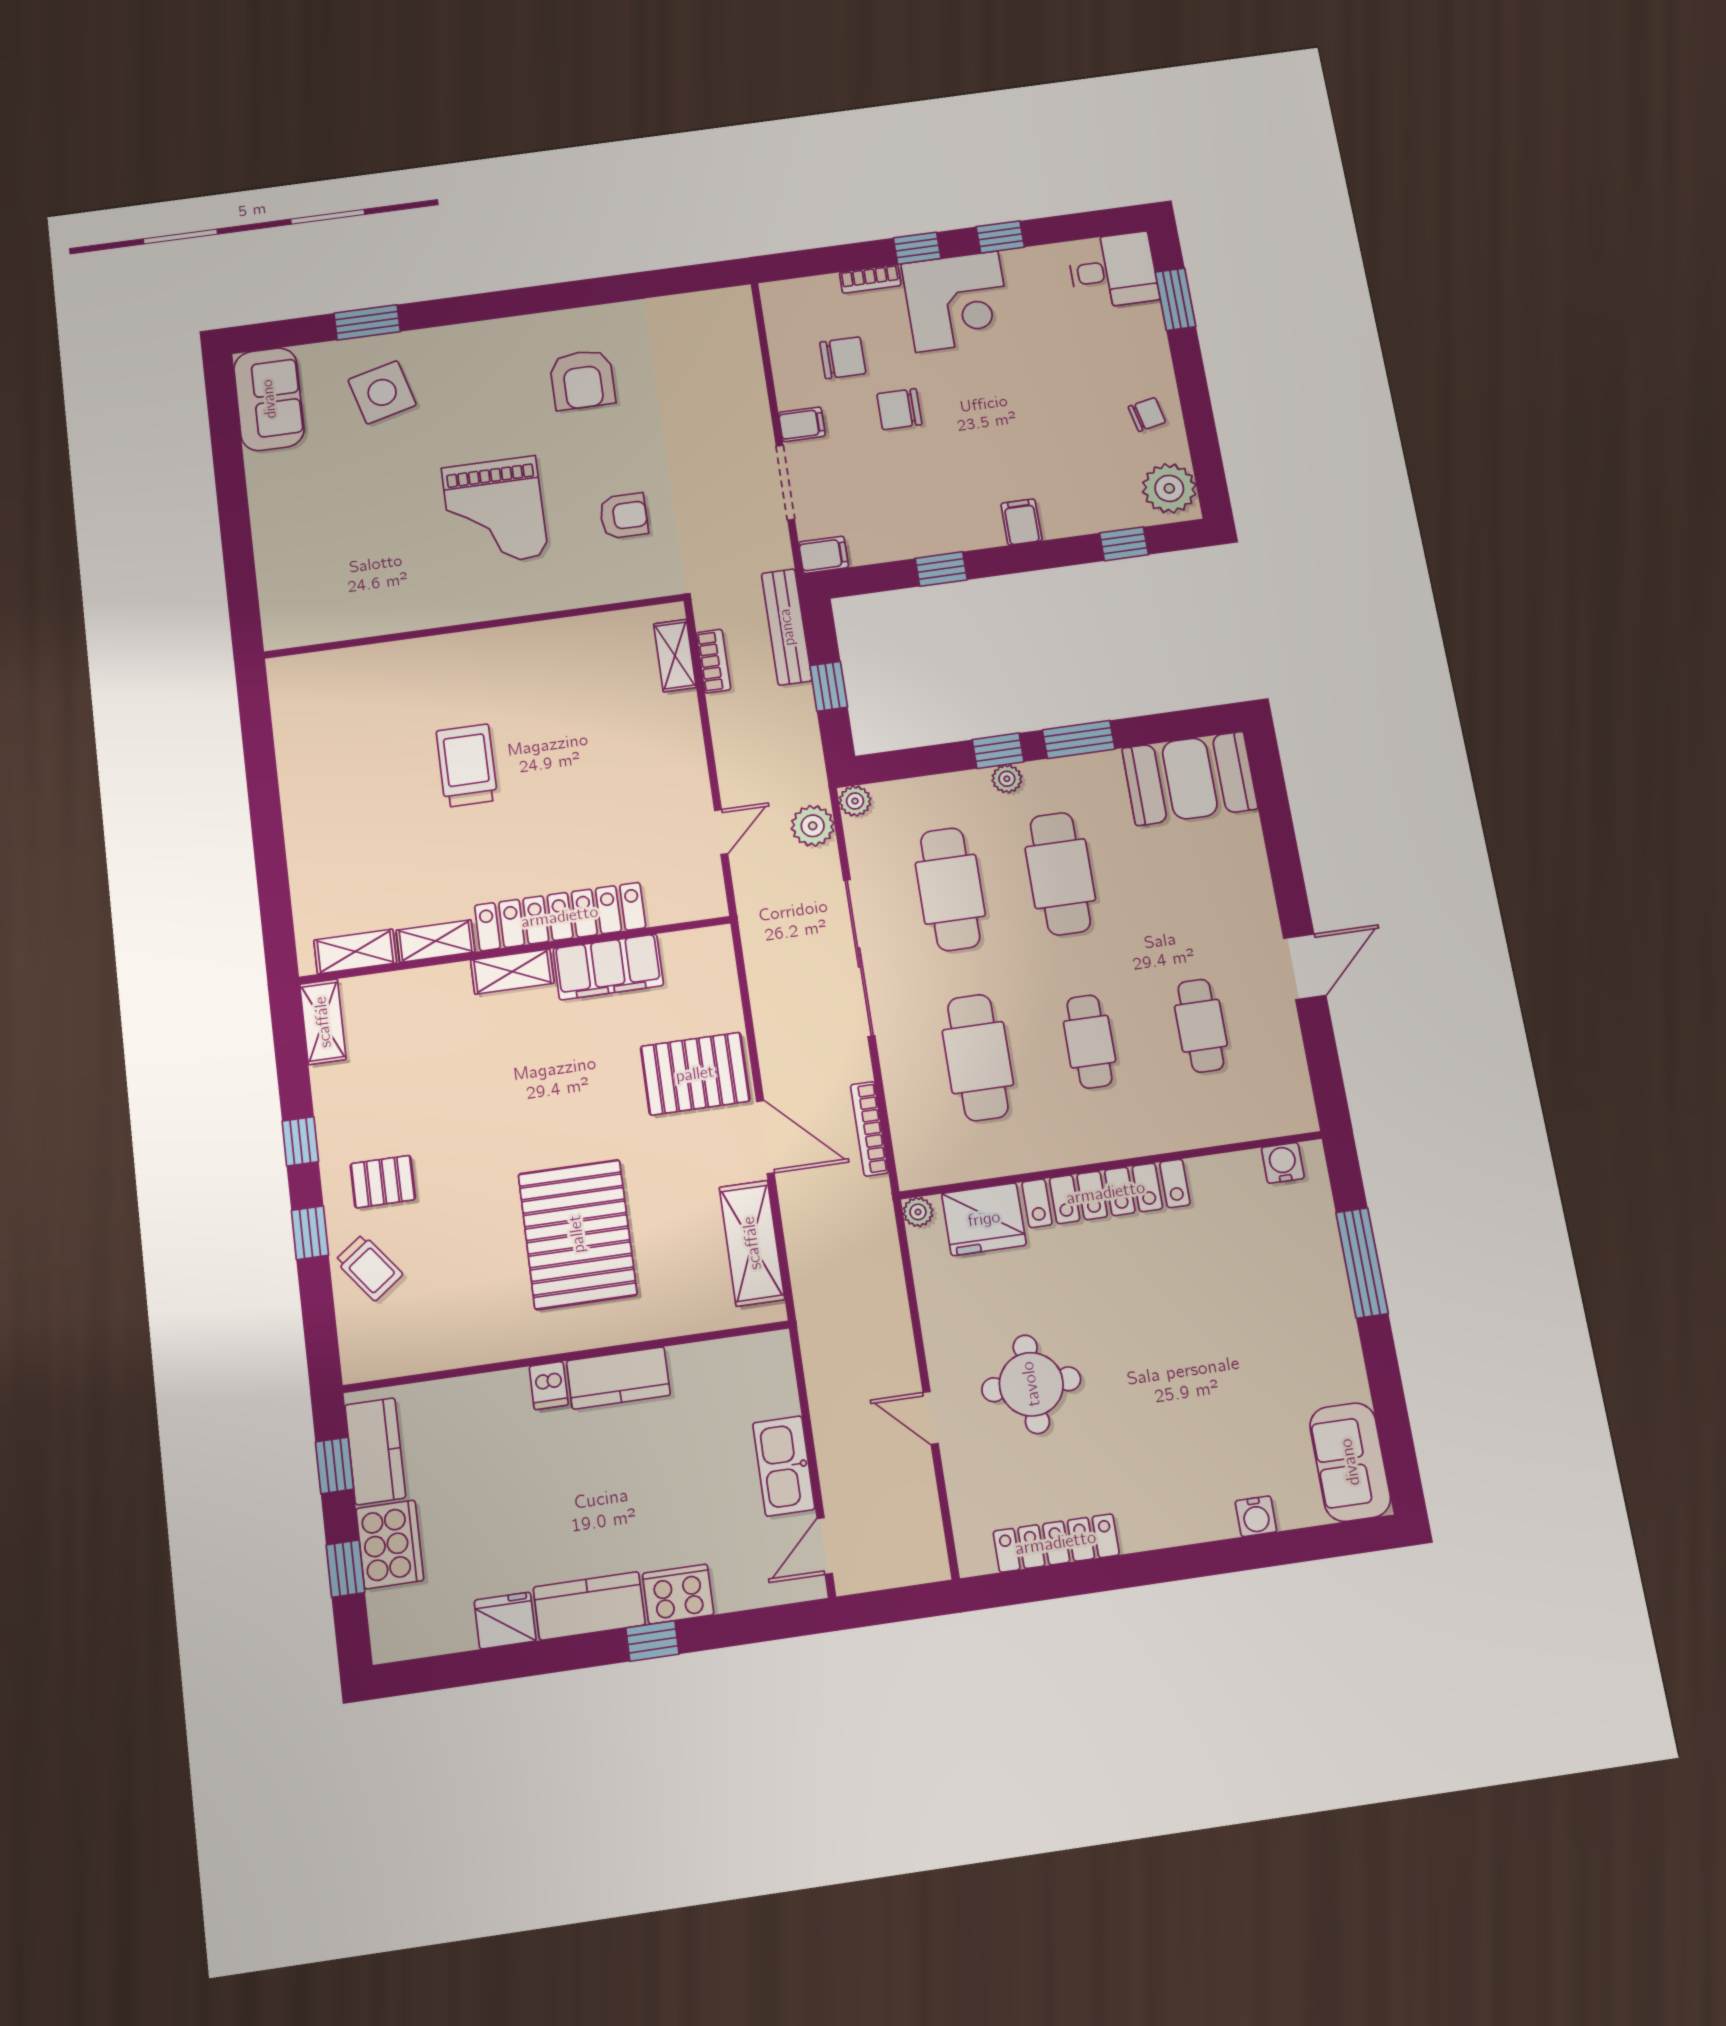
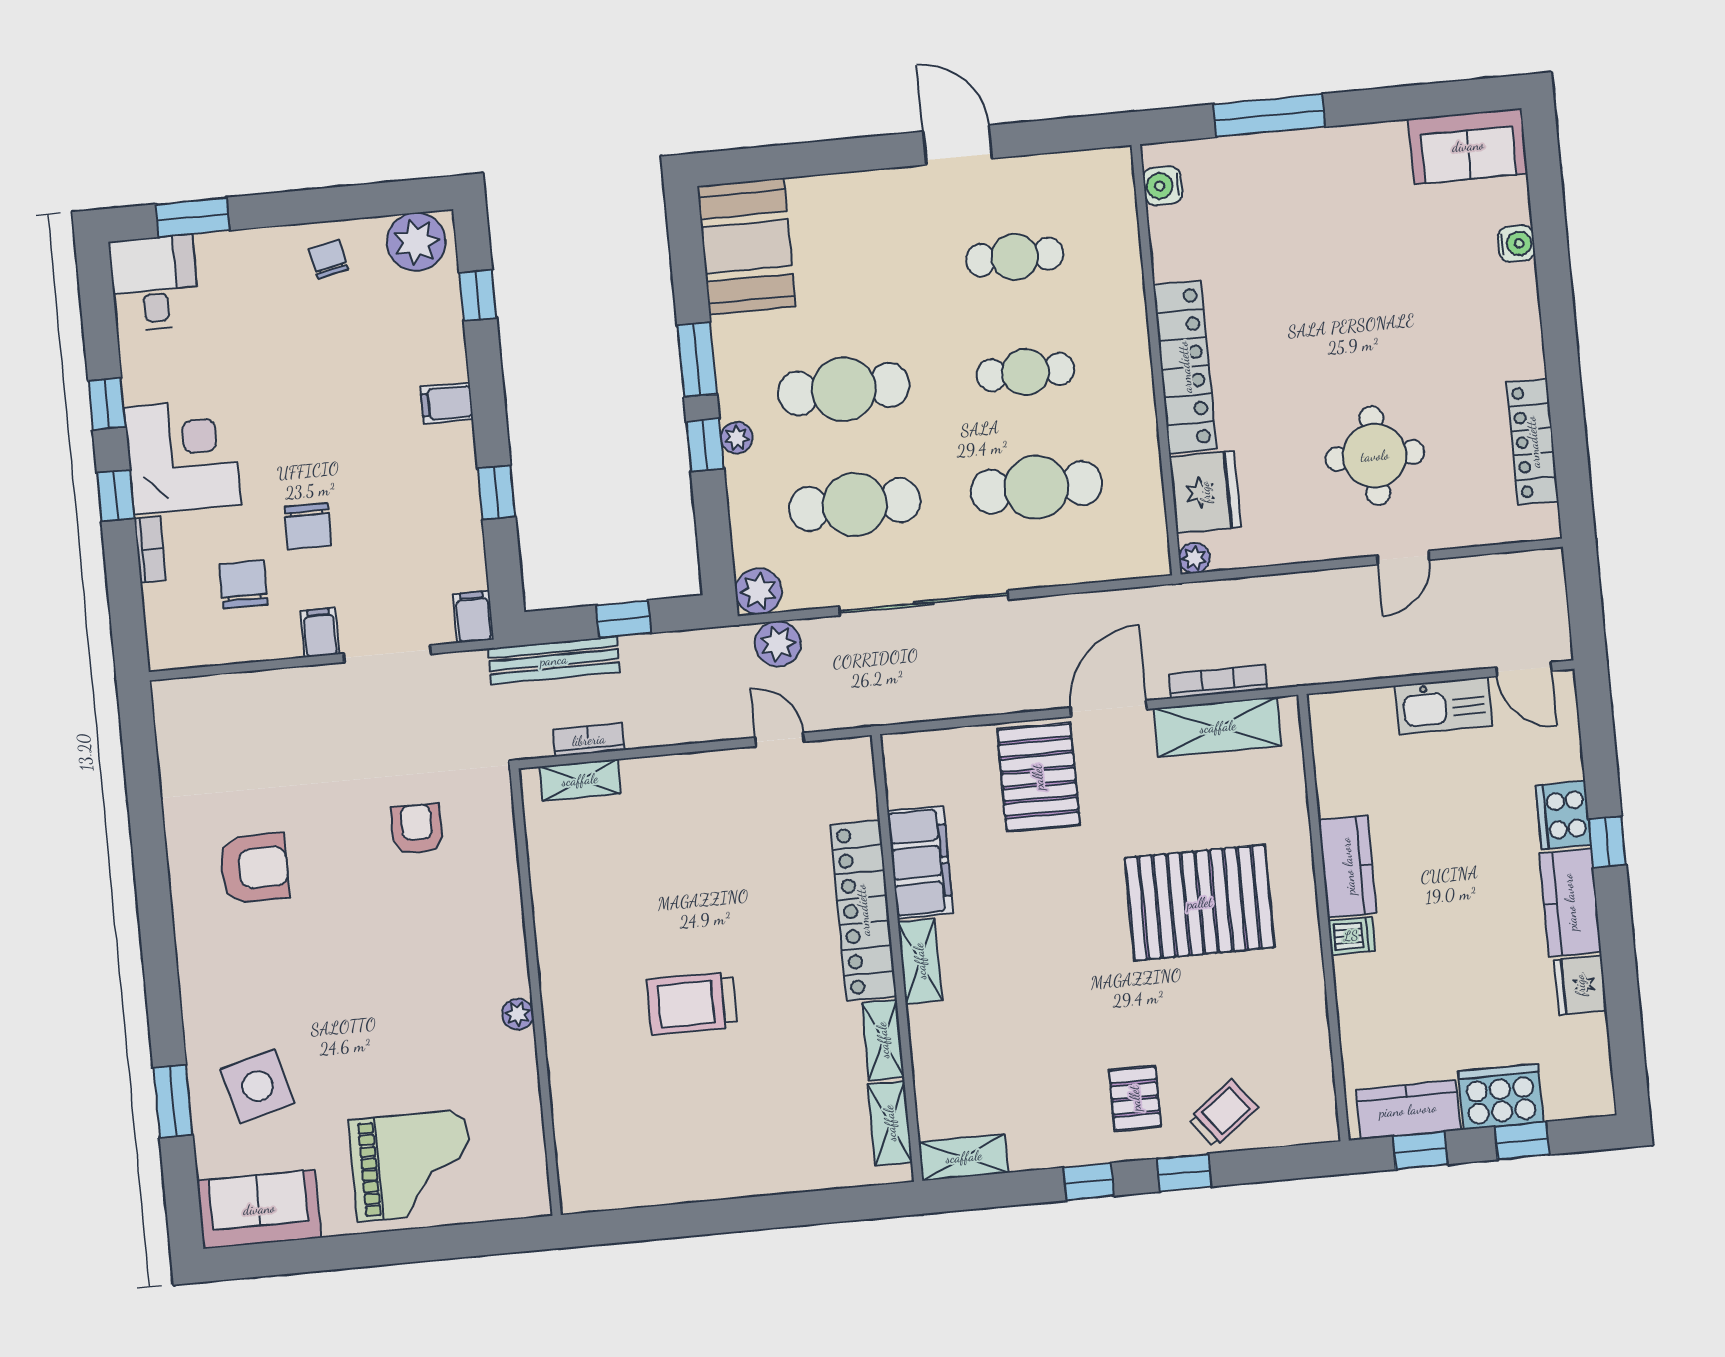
grand piano: (495, 512) -> (412, 1165), moved
plant: (453, 612) -> (518, 1014), added
plant: (855, 801) -> (759, 591), width x1.38, depth x1.38
bookcase: (869, 1129) -> (1218, 682), moved, turned 180

